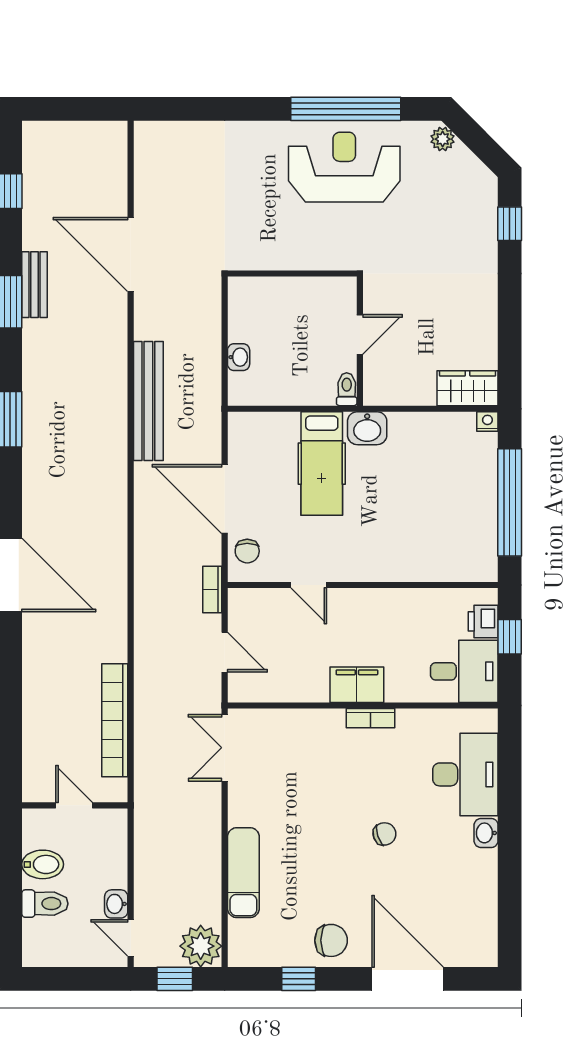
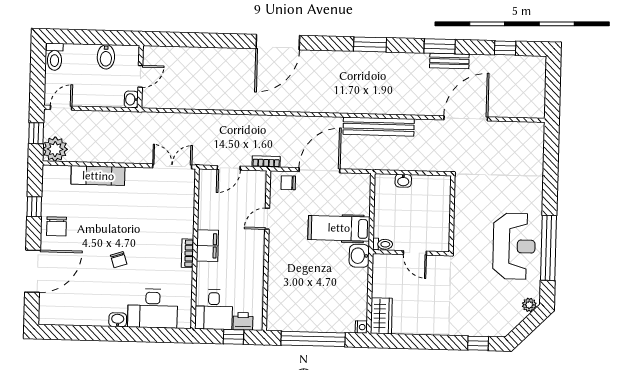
bookcase: (115, 720) -> (190, 102), removed
toilet: (45, 904) -> (55, 57), moved
washbasin: (116, 904) -> (131, 99), moved, turned -90

